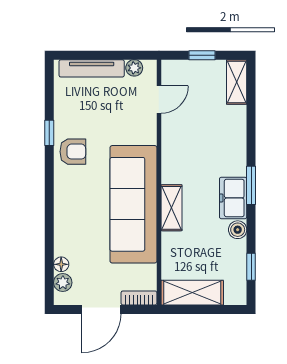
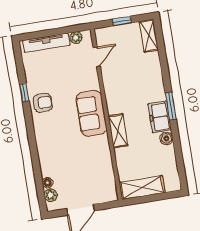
sofa: (133, 204) -> (91, 113), width x0.54, depth x0.79
window: (251, 267) -> (180, 163), removed
bookcase: (139, 298) -> (105, 197), removed

